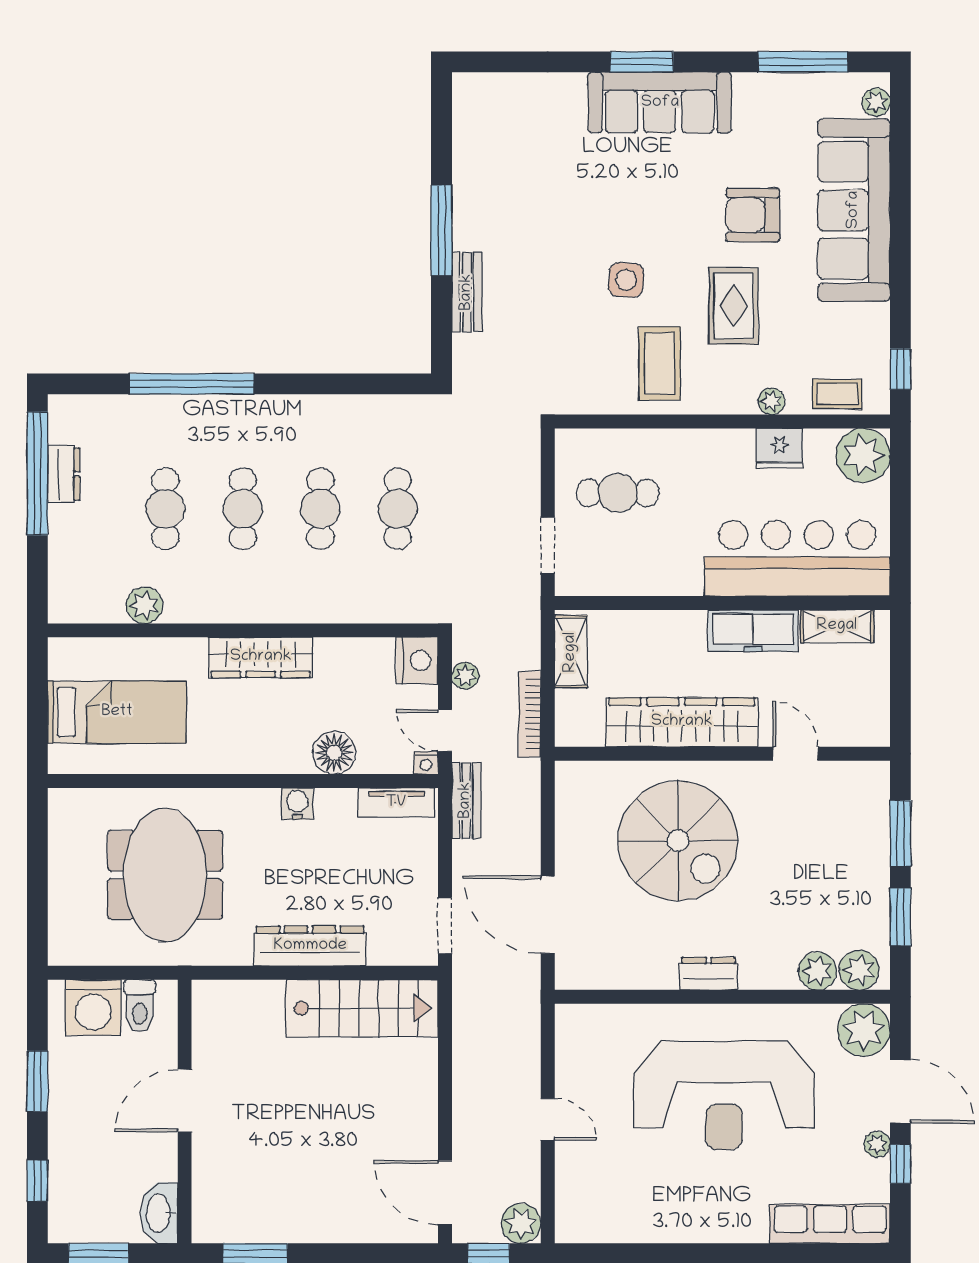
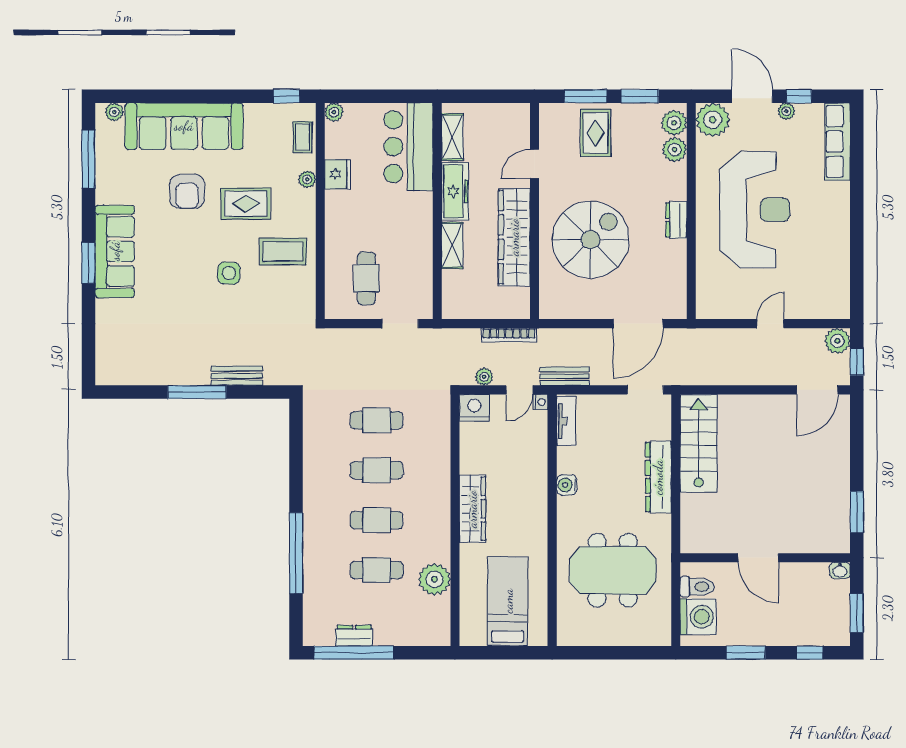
plant: (863, 455) -> (334, 112), width x0.53, depth x0.53
bar counter: (797, 558) -> (408, 147), width x0.73
plant: (144, 605) -> (434, 579), width x1.36, depth x1.36
shelving: (571, 652) -> (452, 245), moved, turned 90
floor lamp: (334, 753) -> (534, 461), removed
rug: (844, 848) -> (596, 133), added
door: (900, 1091) -> (752, 96), hinge flipped
washbasin: (159, 1213) -> (840, 570), width x0.52, depth x0.69

